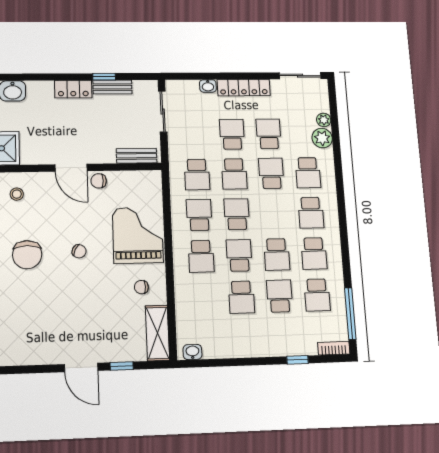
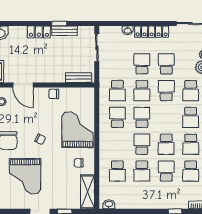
door: (71, 168) -> (23, 85), moved
school desk: (201, 256) -> (117, 171), moved
grand piano: (56, 311) -> (25, 176), added

